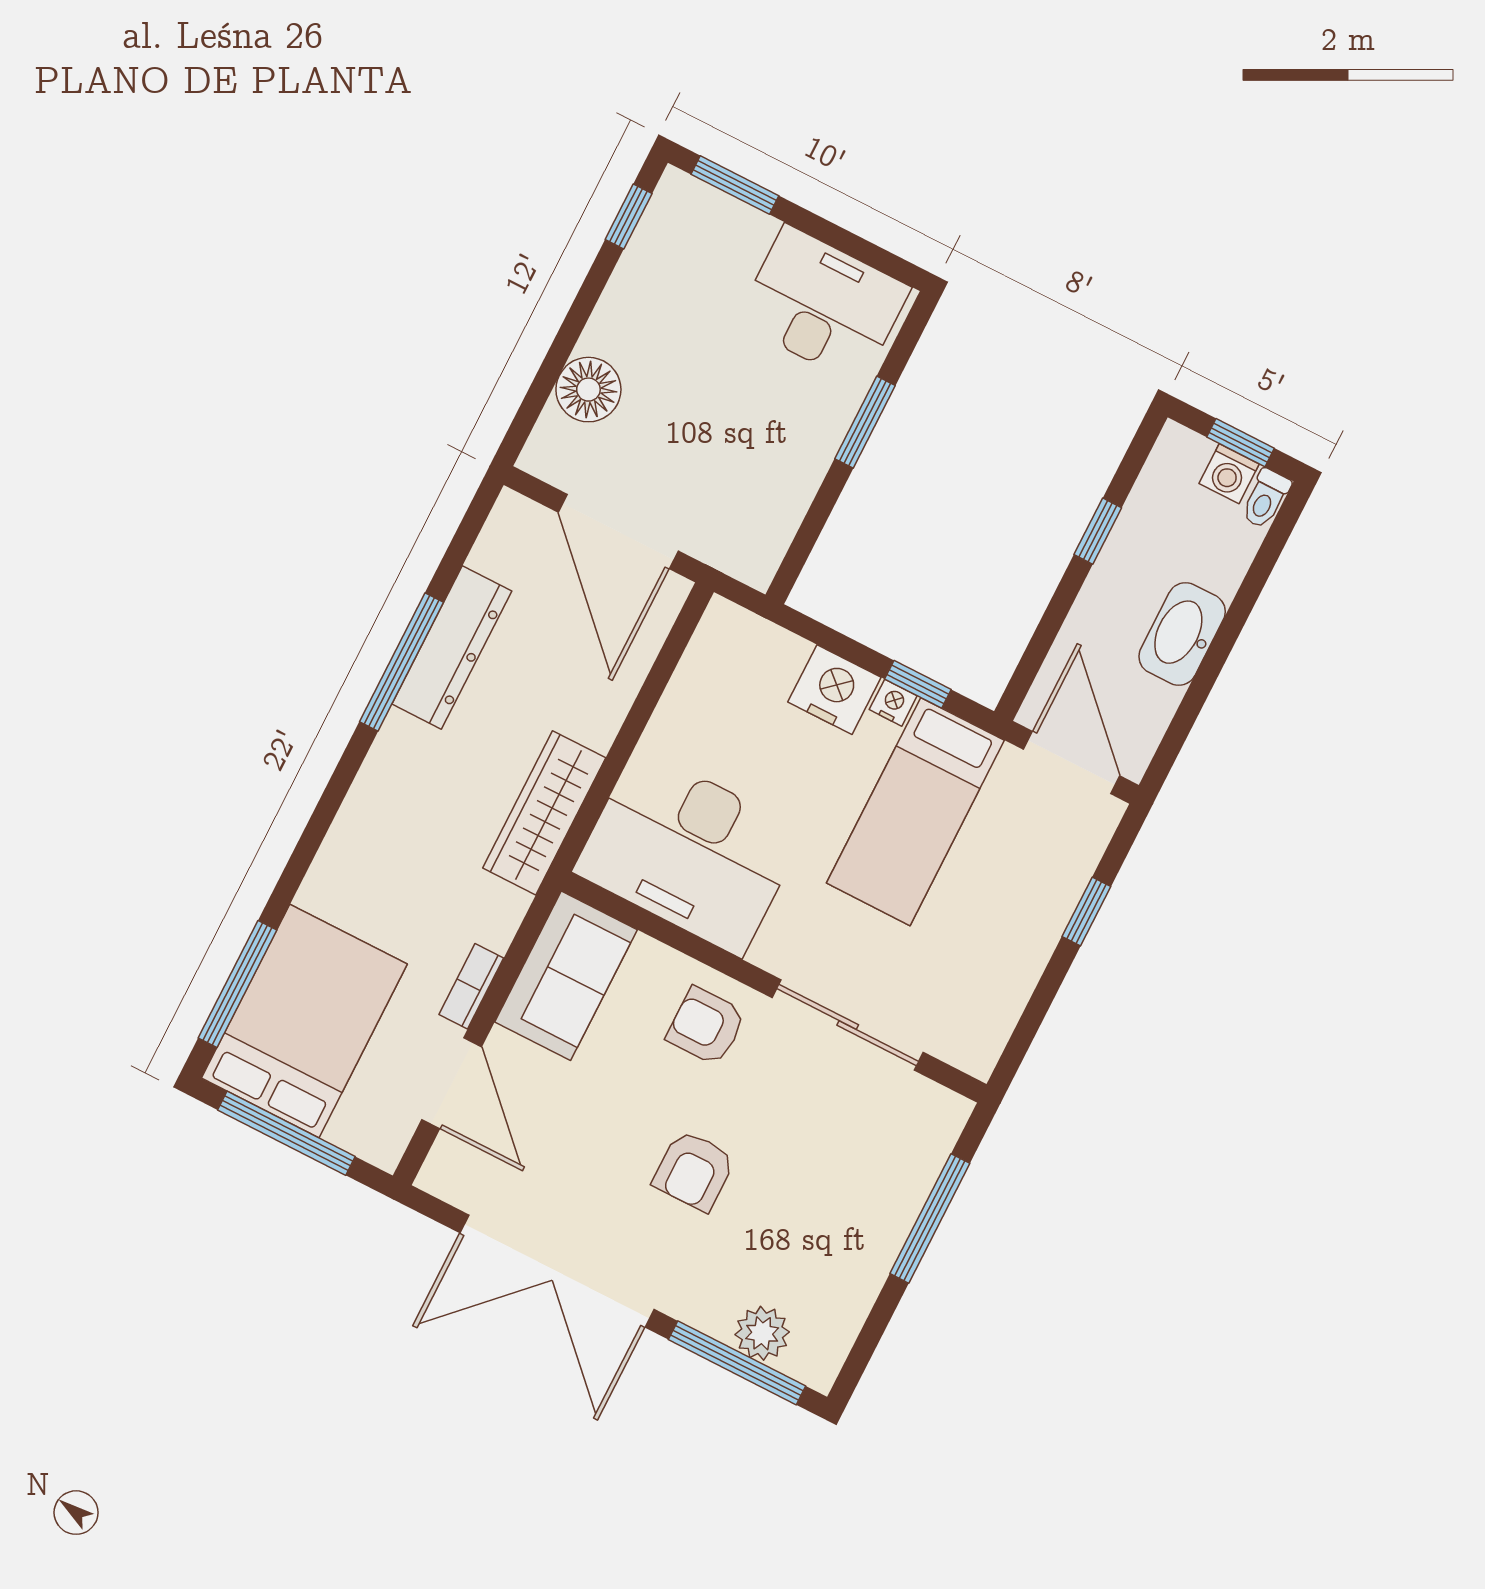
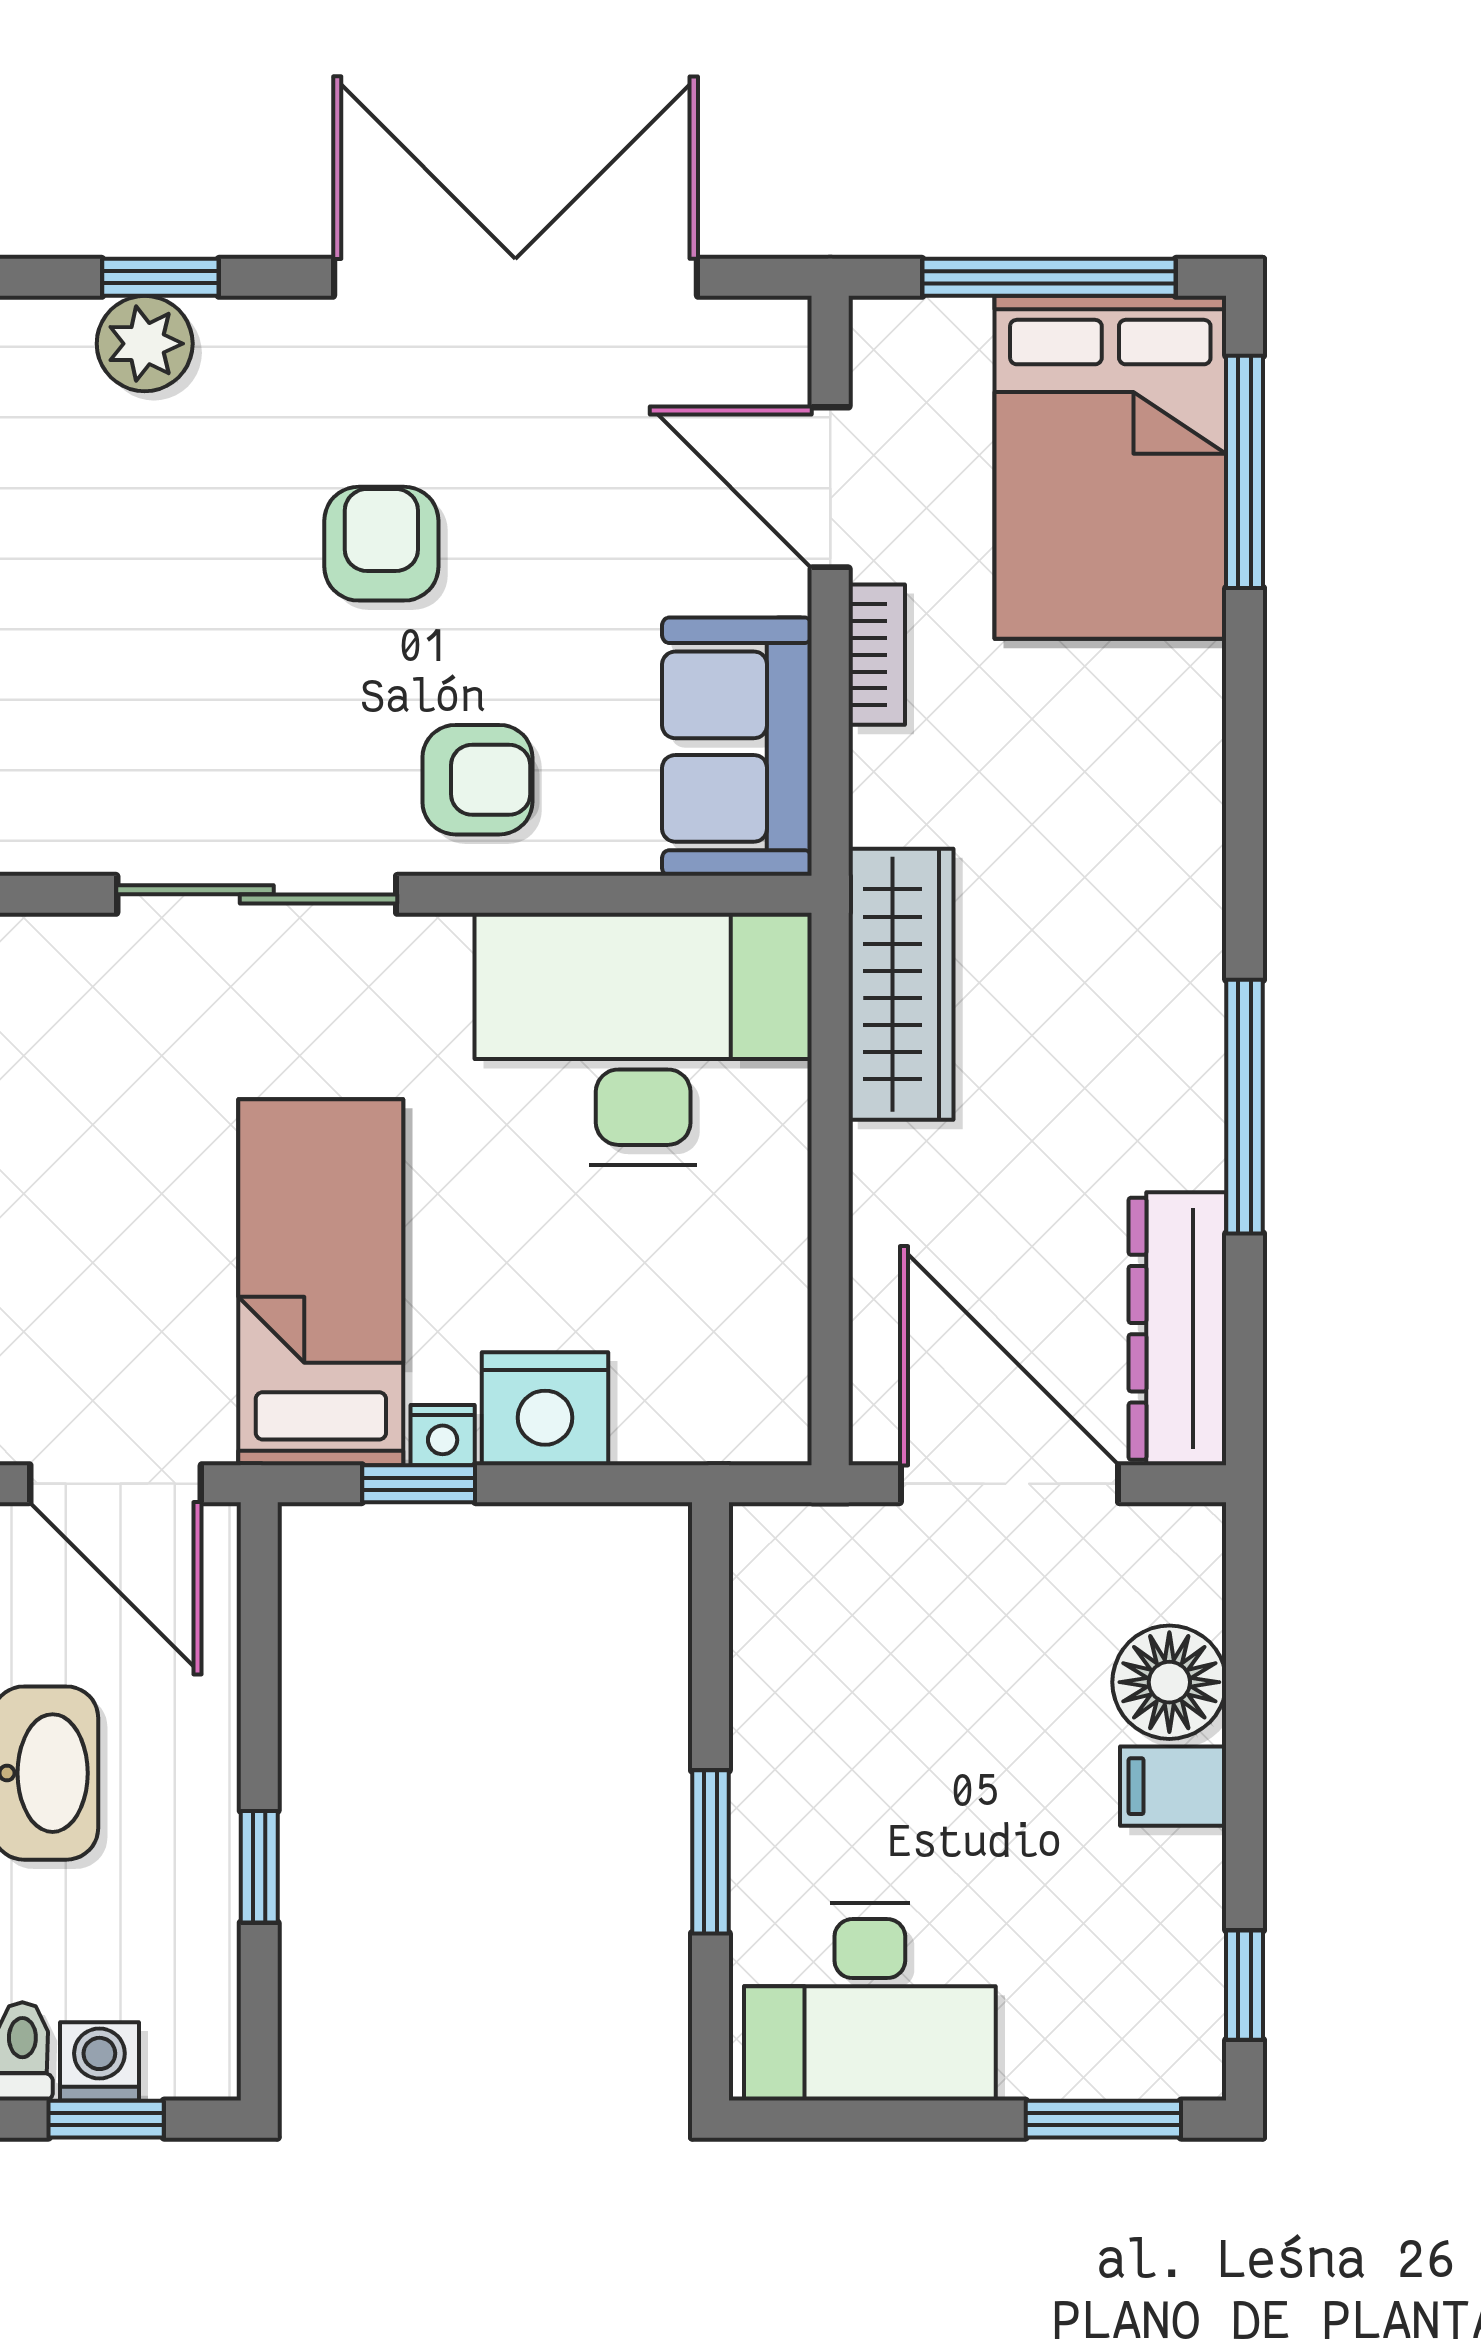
filing cabinet: (613, 336) -> (1173, 1786), added
dresser: (452, 648) -> (1177, 1329), moved
window: (737, 1363) -> (160, 277), width x0.46

